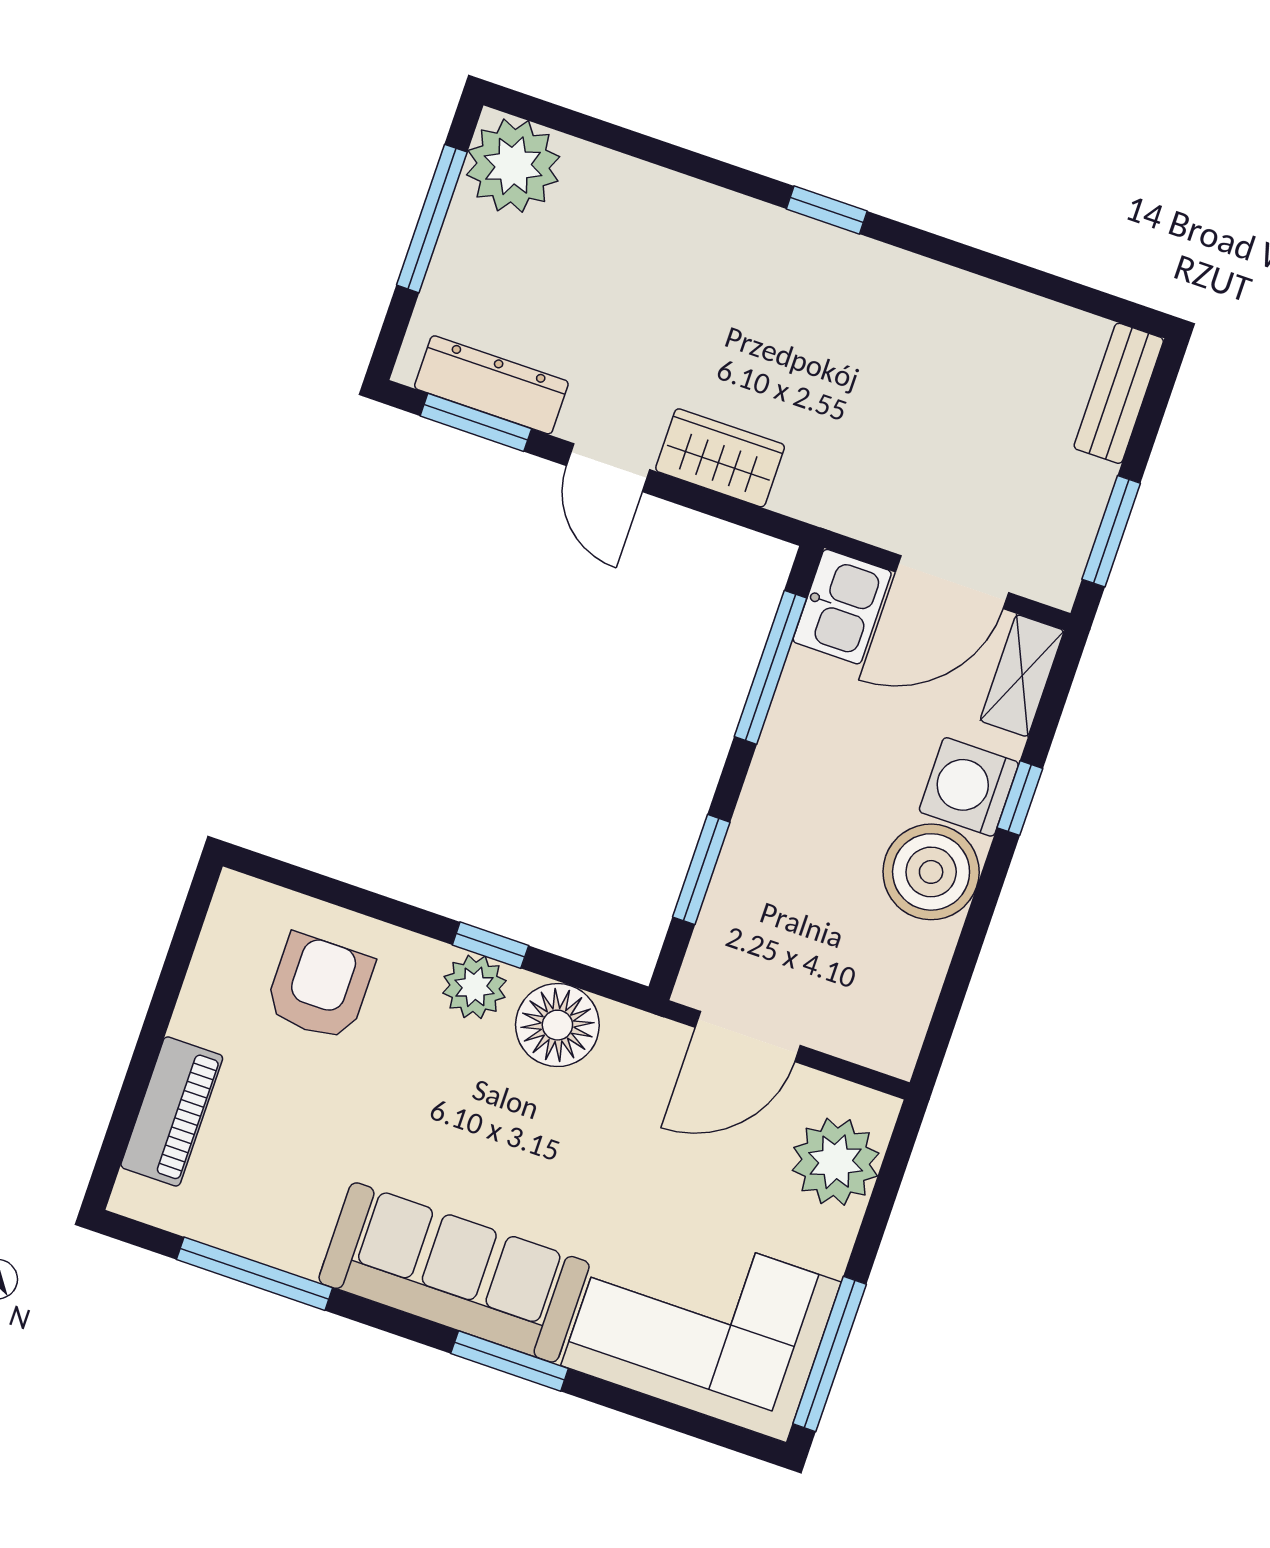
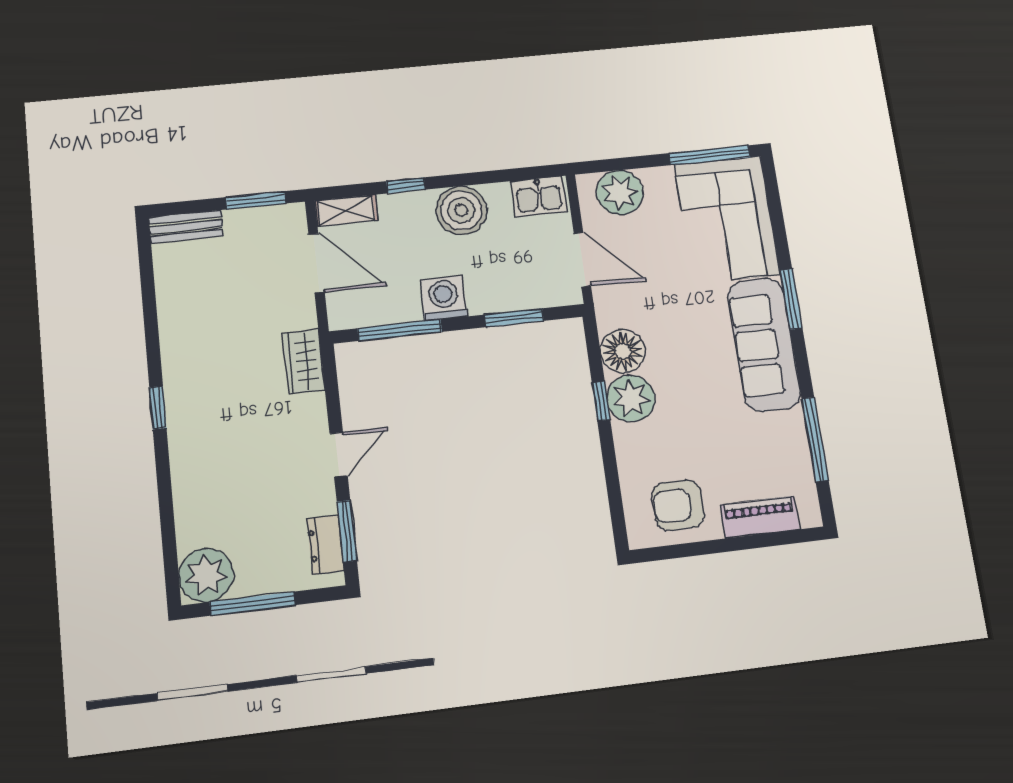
dresser: (491, 385) -> (325, 545), width x0.70
wardrobe: (720, 458) -> (303, 361), moved
kitchen sink: (842, 607) -> (539, 196), moved, turned 180
washing machine: (969, 787) -> (444, 298), moved, turned 180
armchair: (319, 987) -> (678, 505), moved
plant: (475, 987) -> (631, 398), width x1.36, depth x1.36

